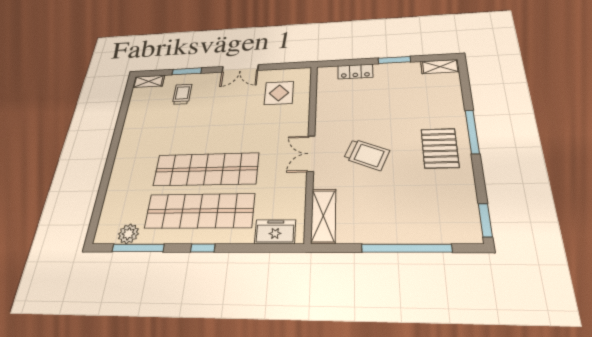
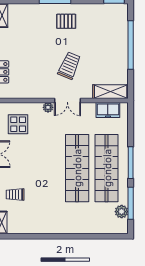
plant: (301, 128) -> (48, 107), added
pallet: (440, 148) -> (66, 21), width x0.67, depth x0.71
freezer: (275, 232) -> (108, 110), moved, turned -90
window: (203, 248) -> (131, 163), width x2.17

